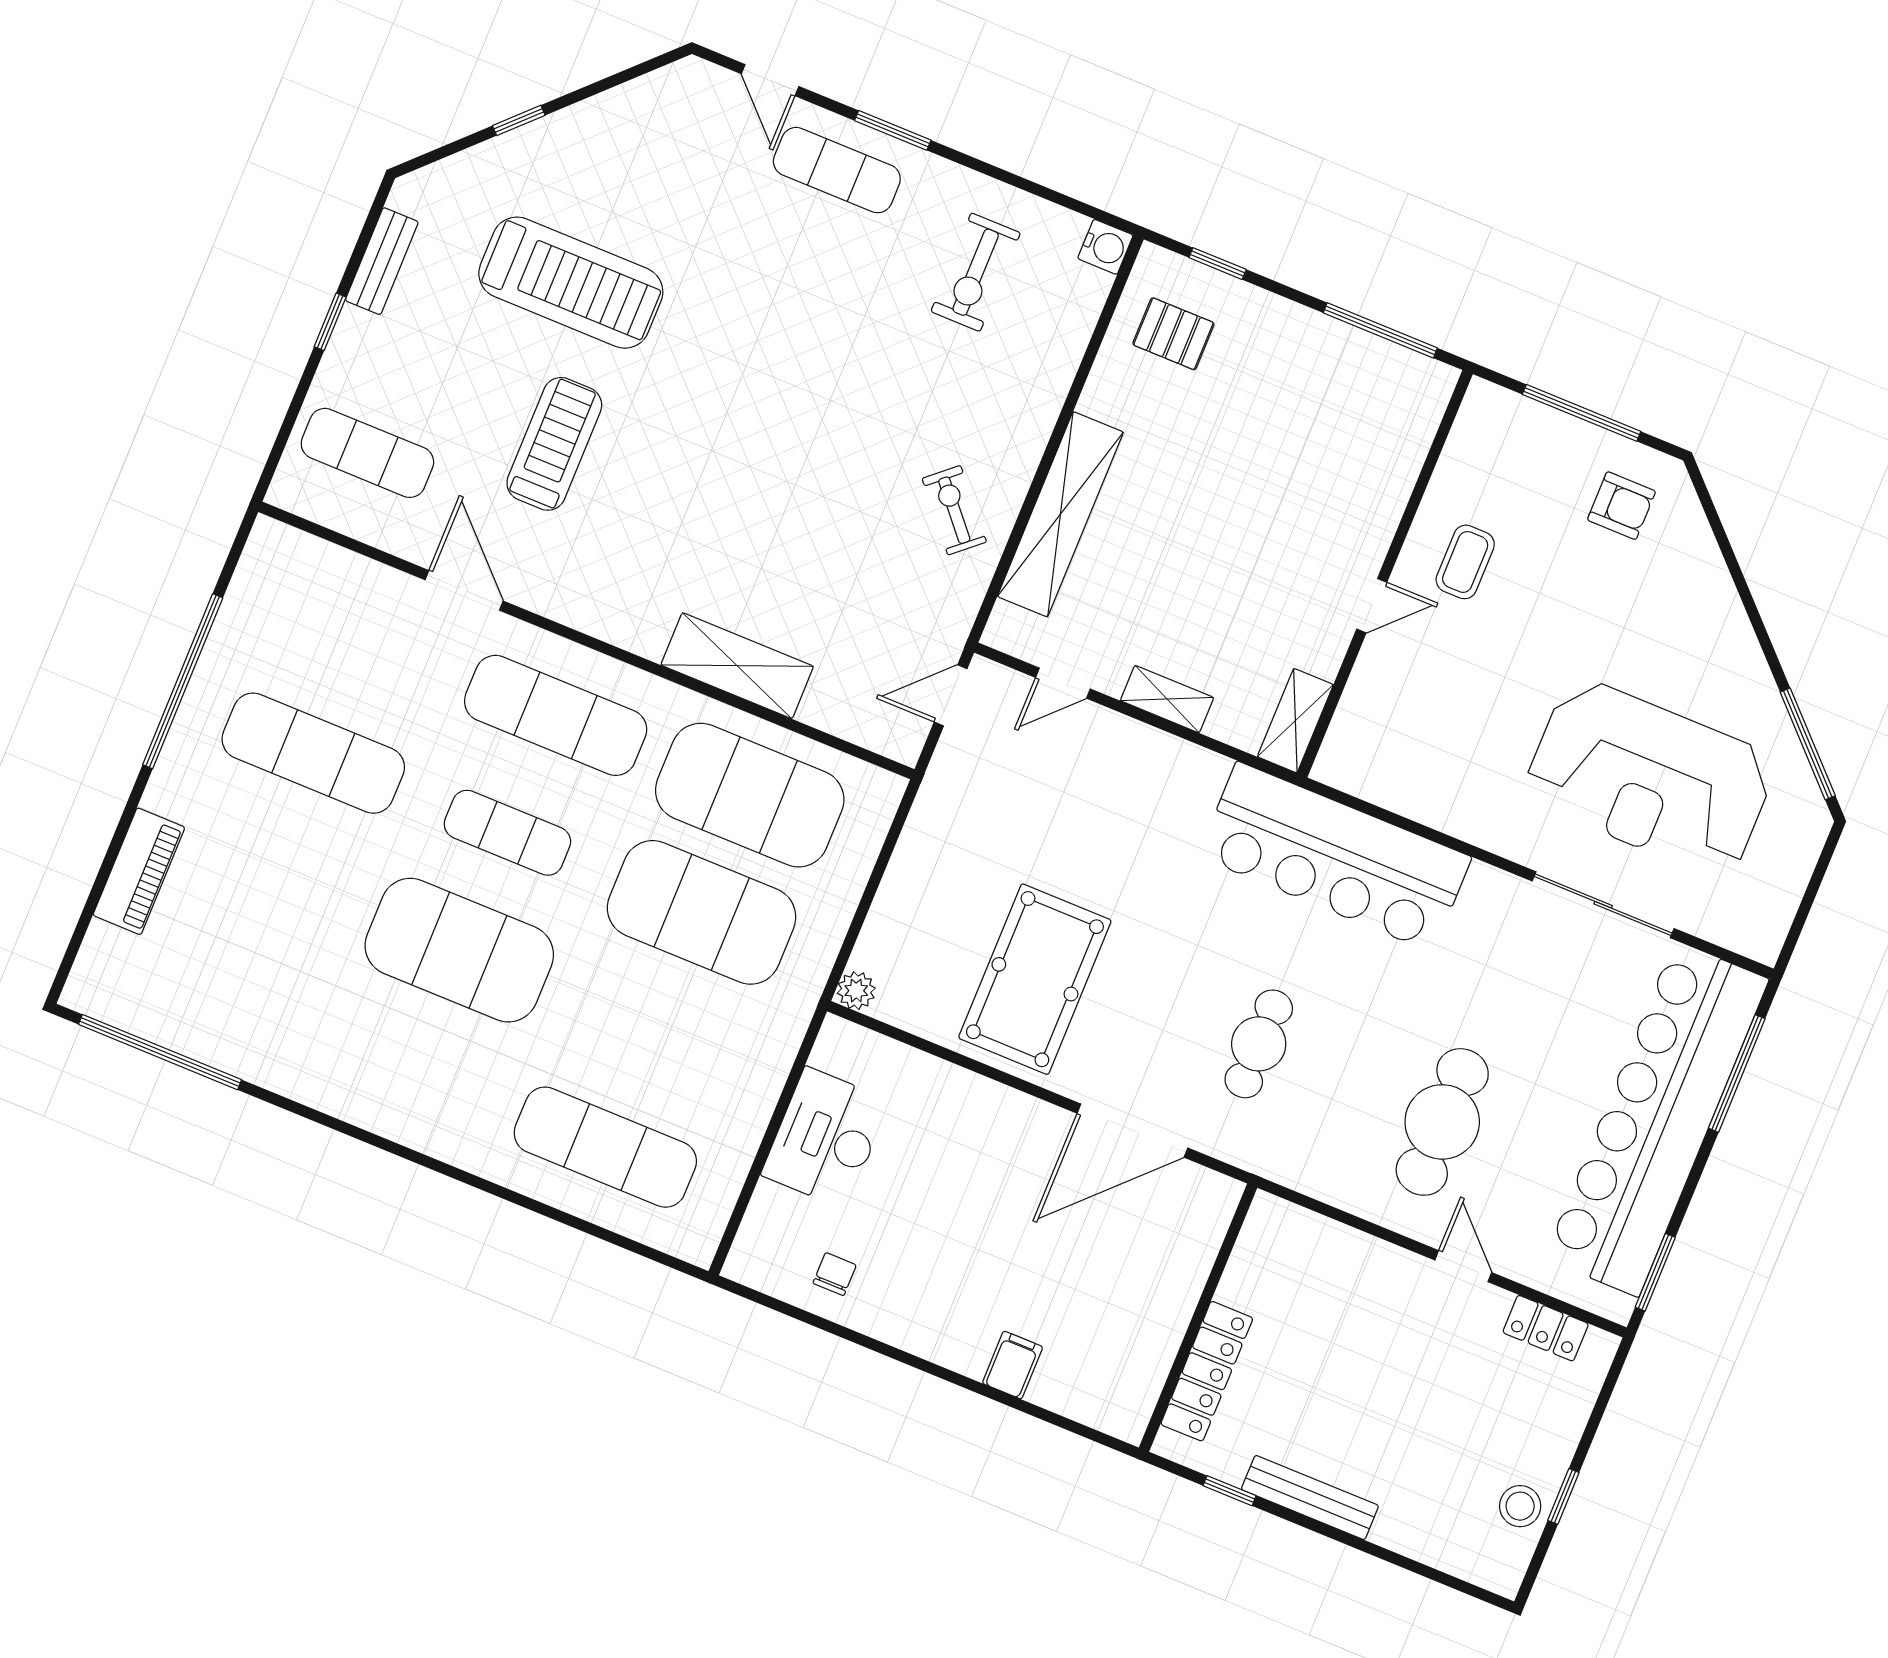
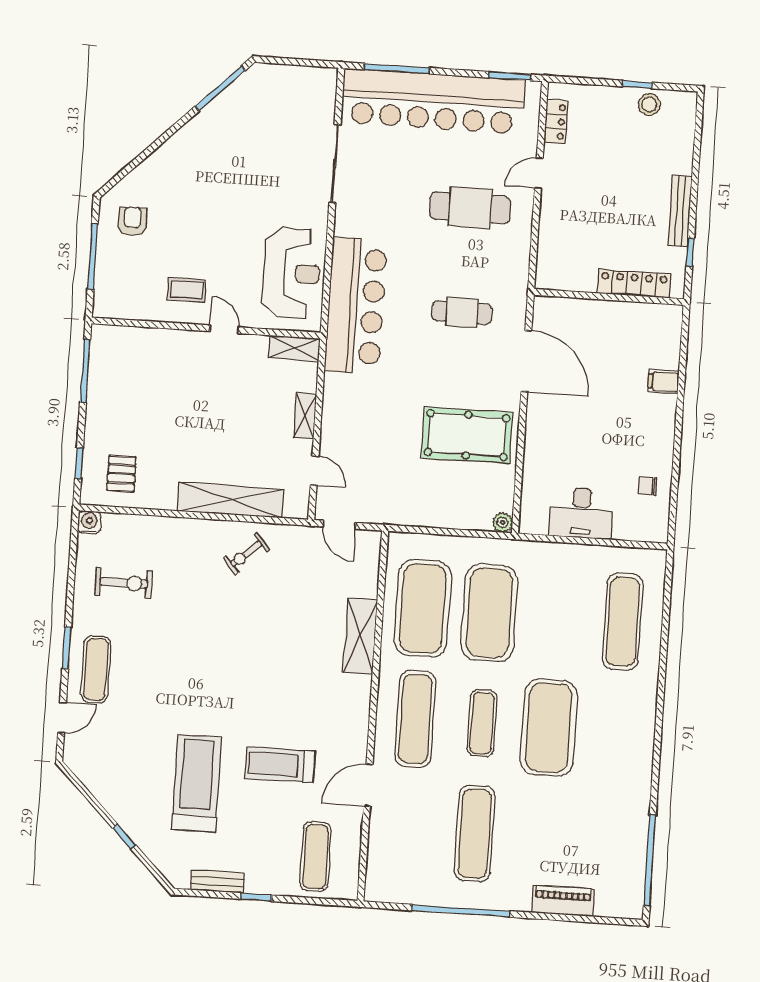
reception desk: (1650, 778) -> (291, 273), moved, width x0.74, depth x0.77

